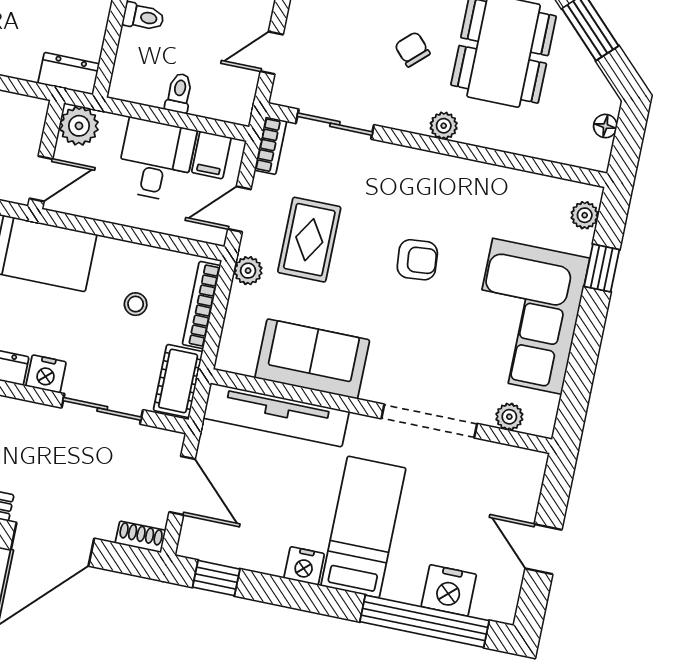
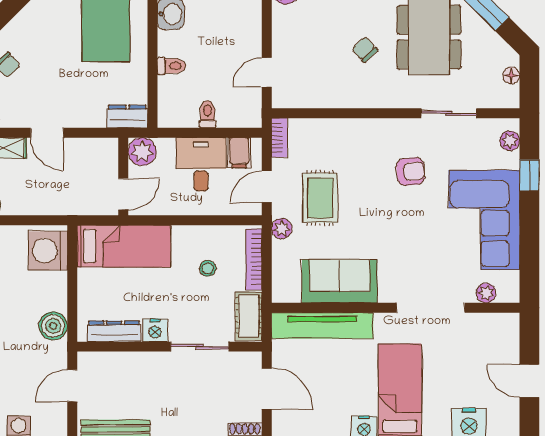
sliding door: (335, 124) -> (449, 113), moved
plant: (444, 126) -> (398, 99), removed
armchair: (417, 260) -> (411, 171), moved

